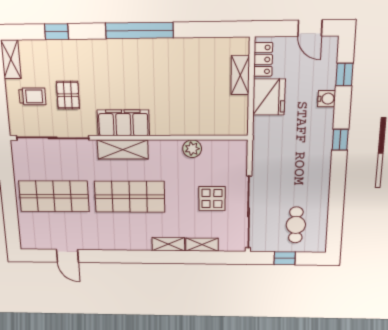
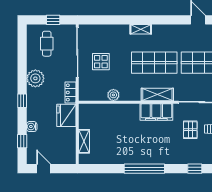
locker: (263, 59) -> (70, 92), moved
fridge: (269, 97) -> (66, 115), moved
plant: (316, 174) -> (35, 78), added
shelving: (168, 244) -> (141, 29), moved
shelving: (202, 245) -> (107, 29), removed

